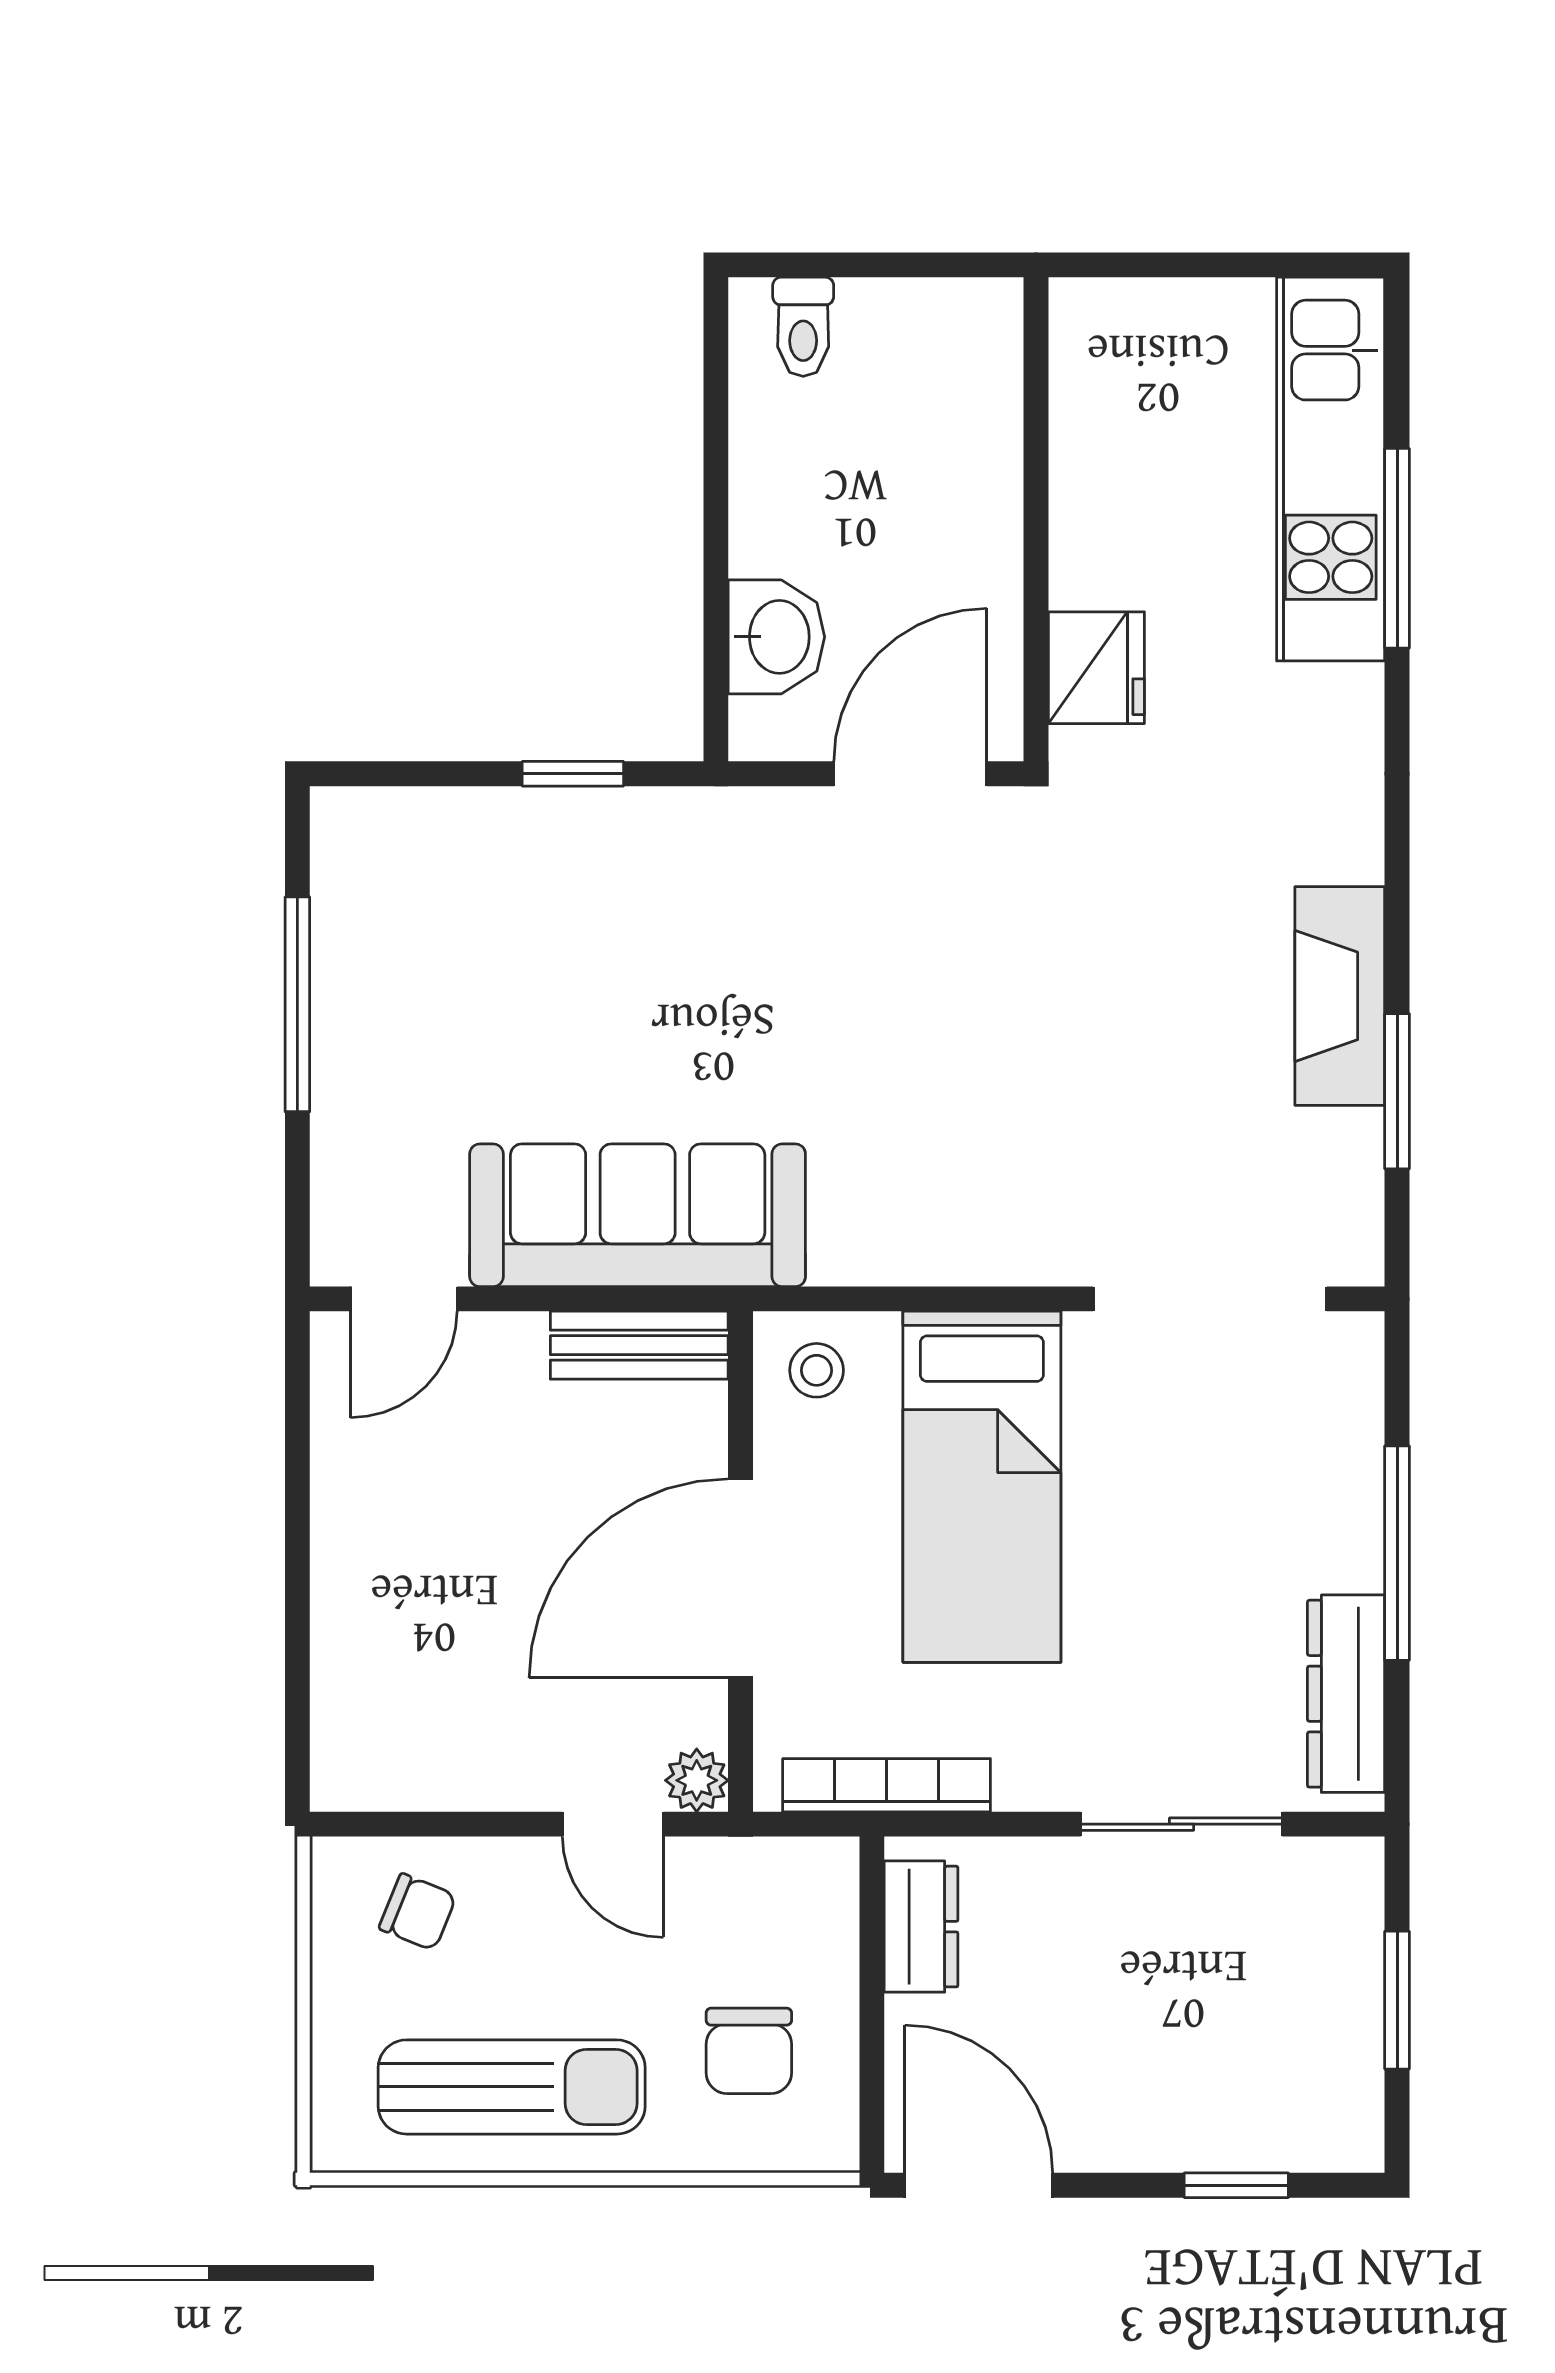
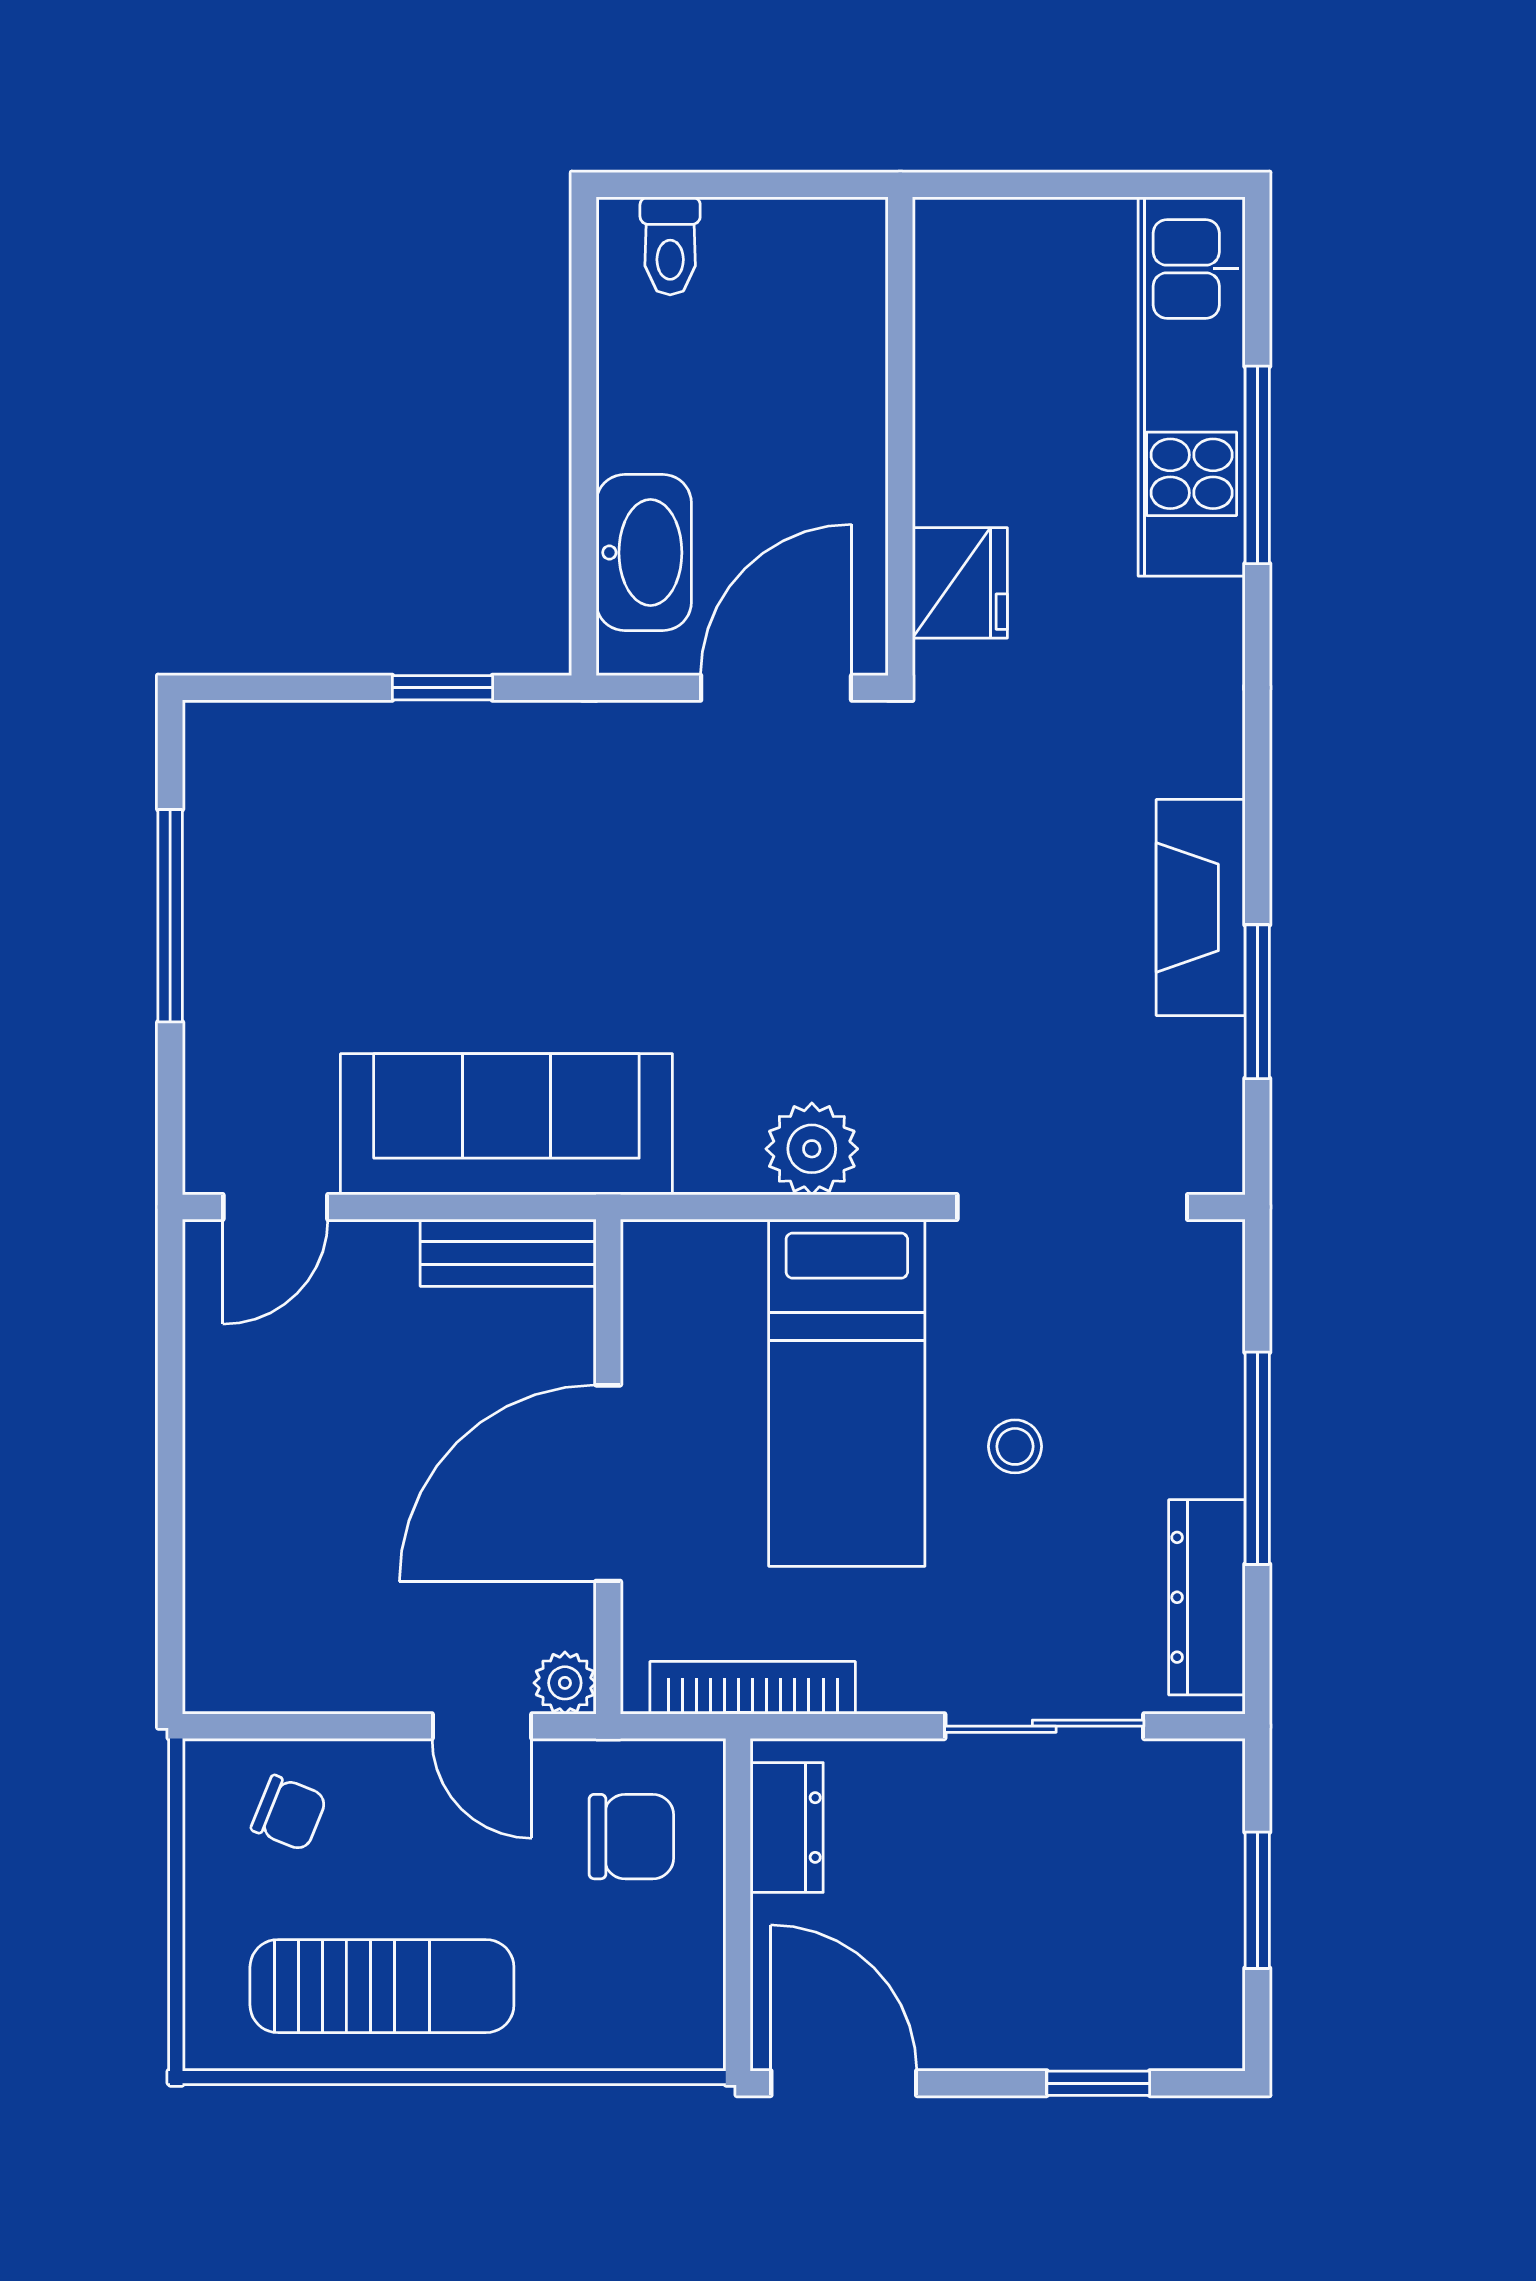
washbasin: (776, 637) -> (644, 553), width x1.38
plant: (946, 1240) -> (812, 1149), added
stool: (817, 1370) -> (1015, 1446), moved
chair: (749, 2051) -> (631, 1837), moved, turned -90

